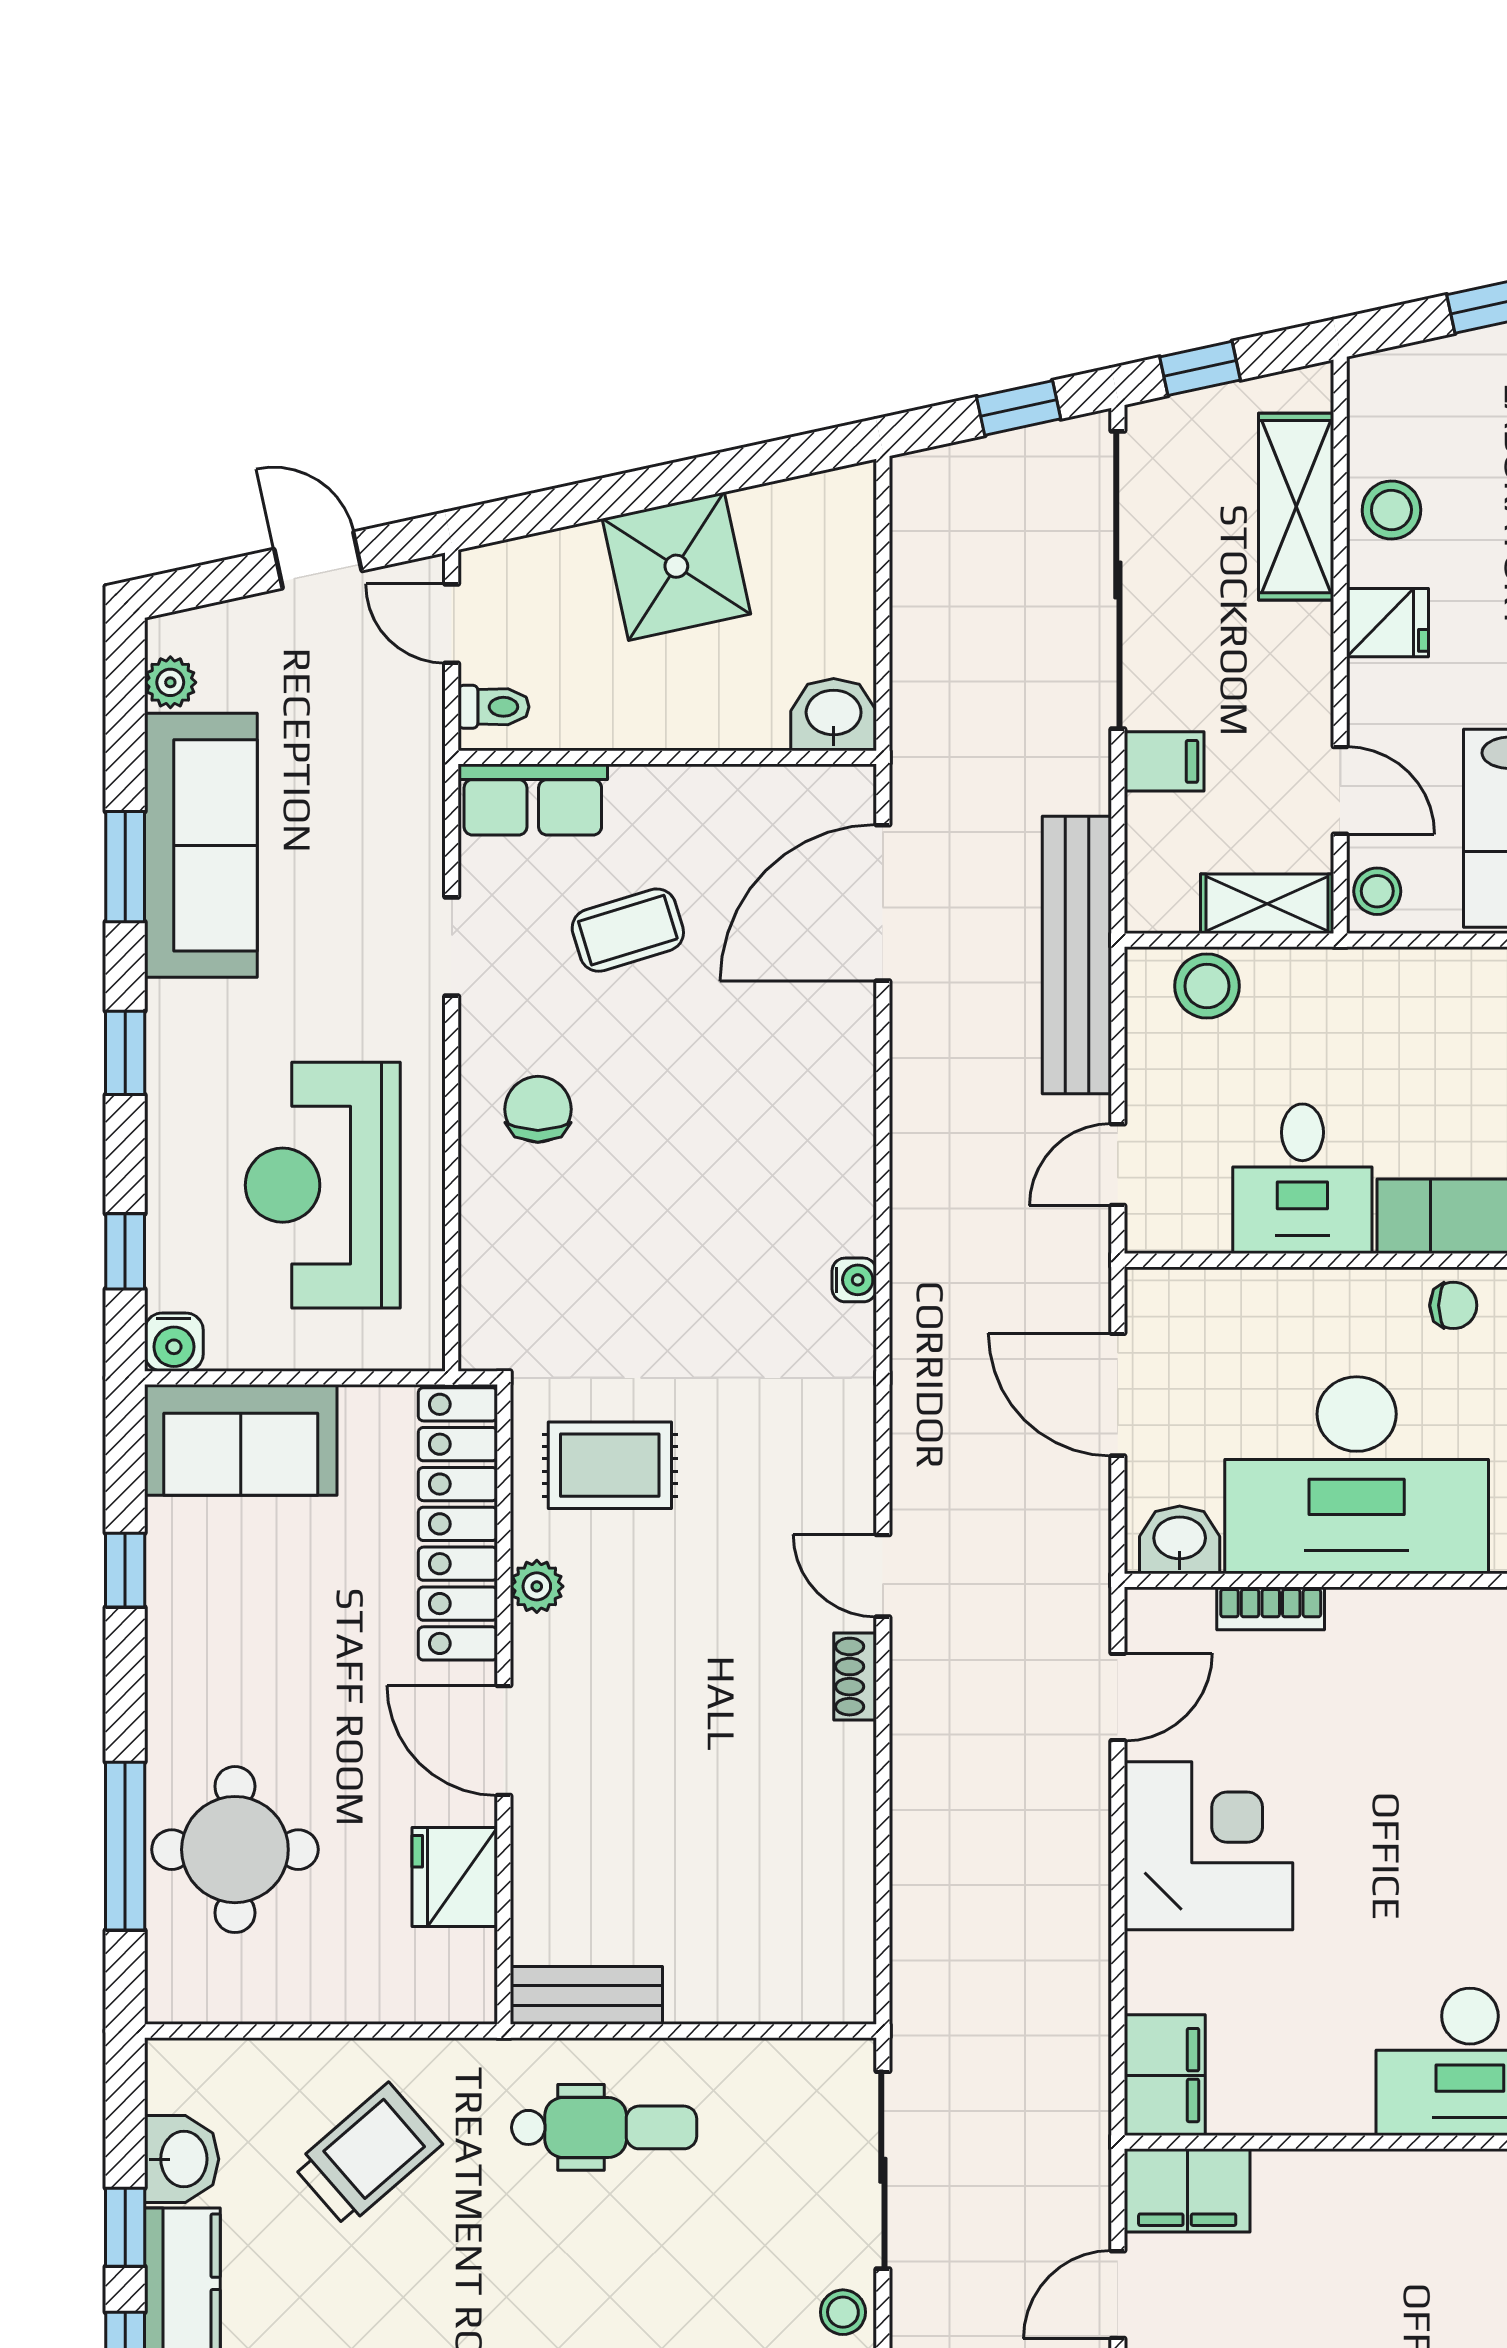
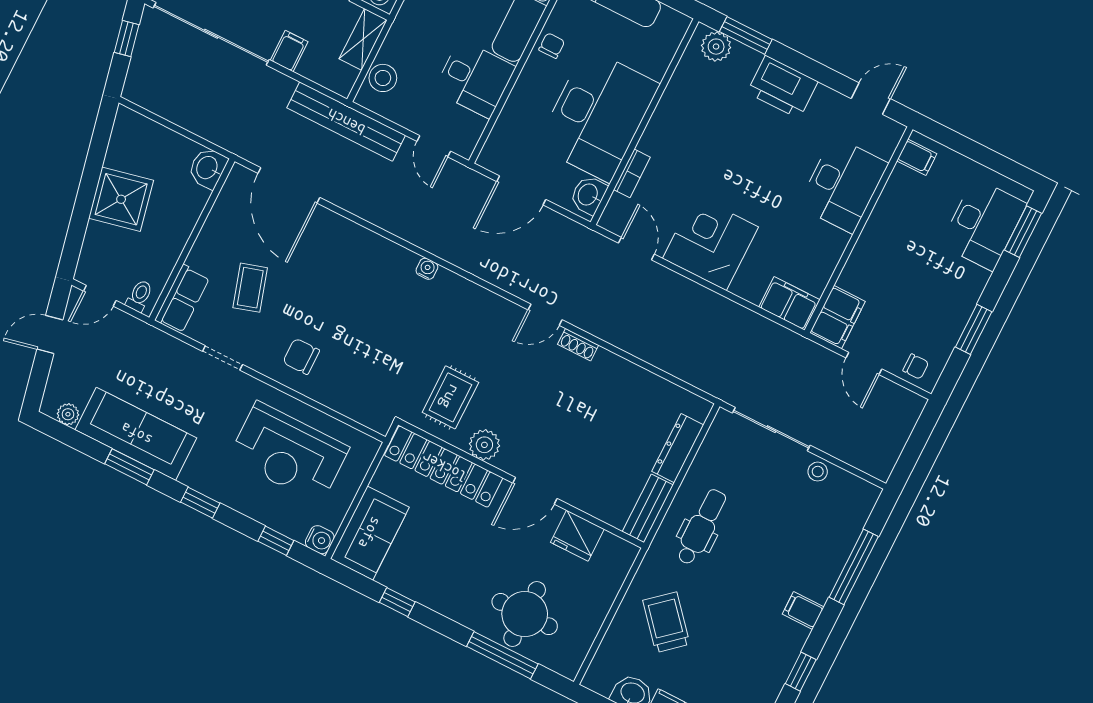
plant: (537, 1586) -> (484, 445), width x1.38, depth x1.38
dresser: (744, 1995) -> (678, 448), added

